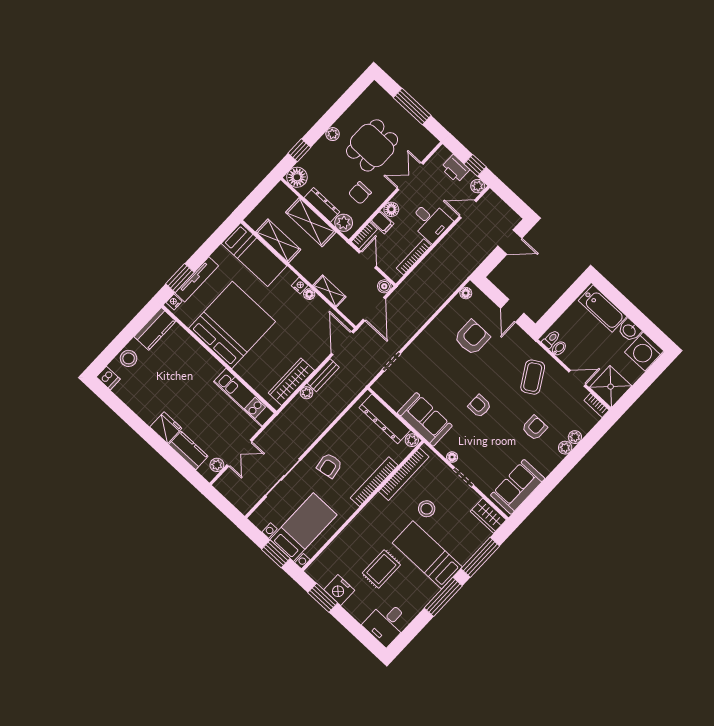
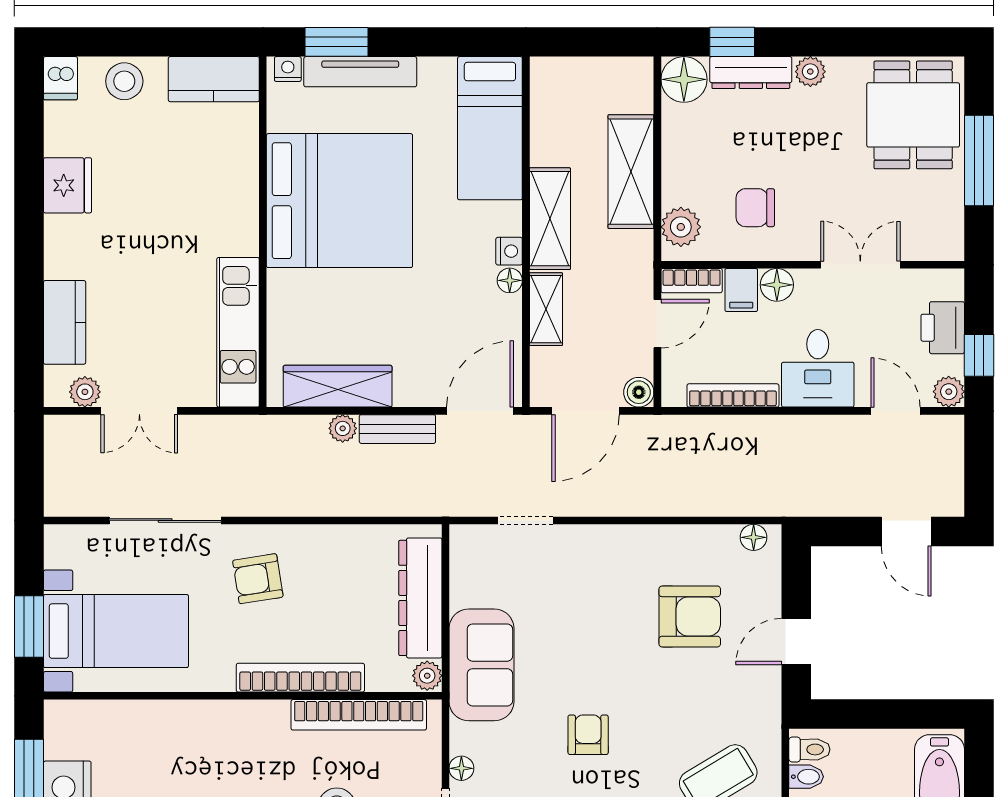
dining table: (372, 145) -> (913, 115), moved, turned 90
dresser: (322, 205) -> (751, 73), moved, turned 90
shelving: (278, 241) -> (550, 219), moved
fridge: (166, 428) -> (68, 185), moved

